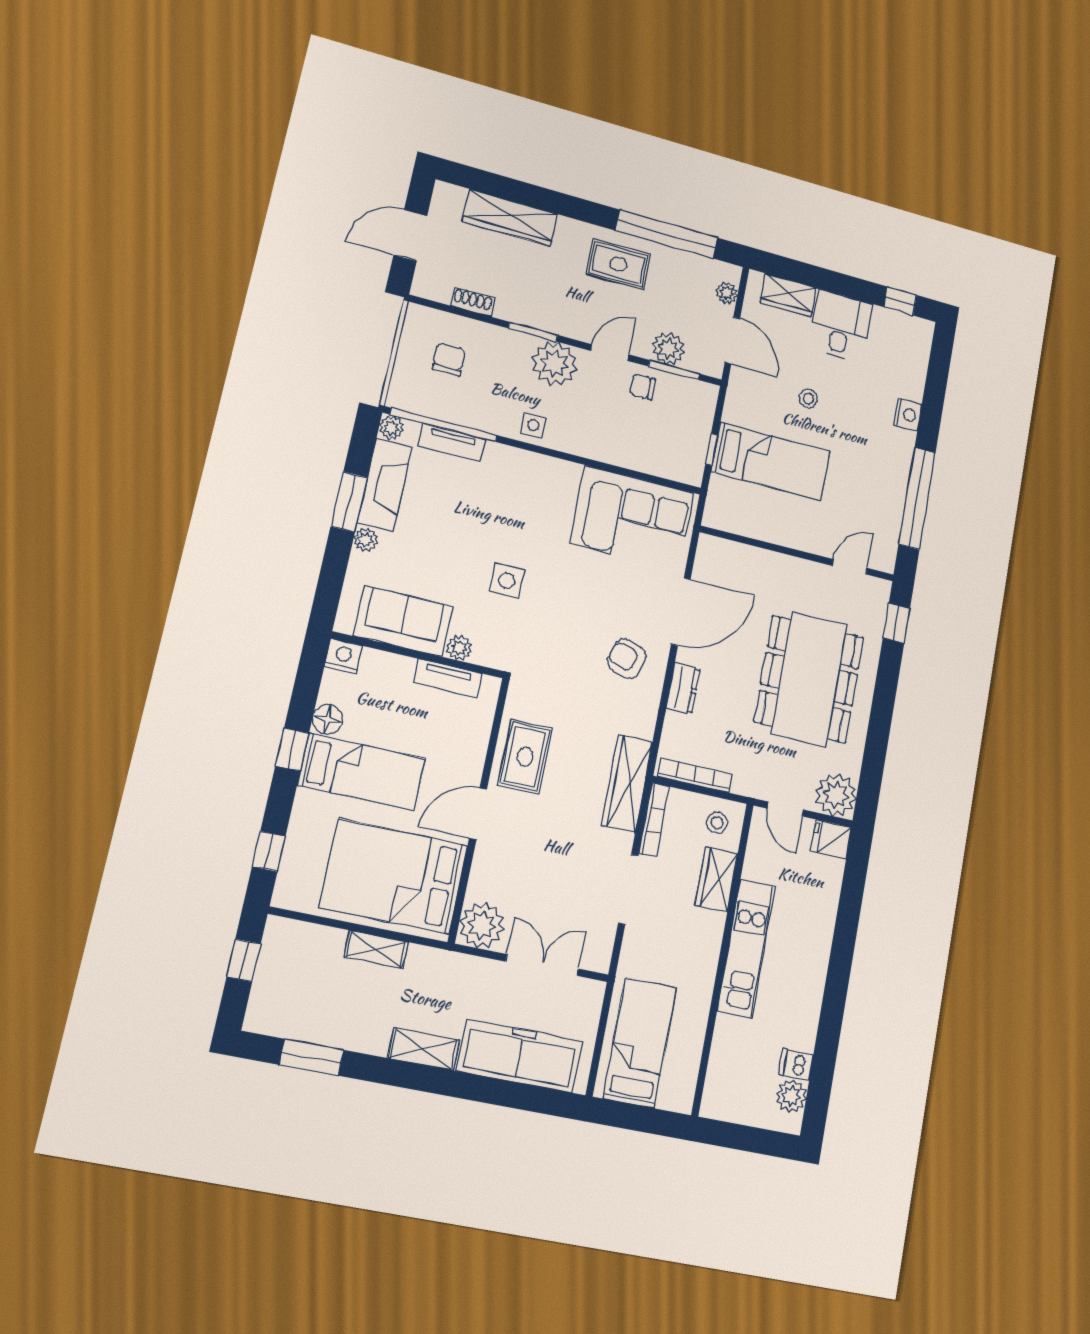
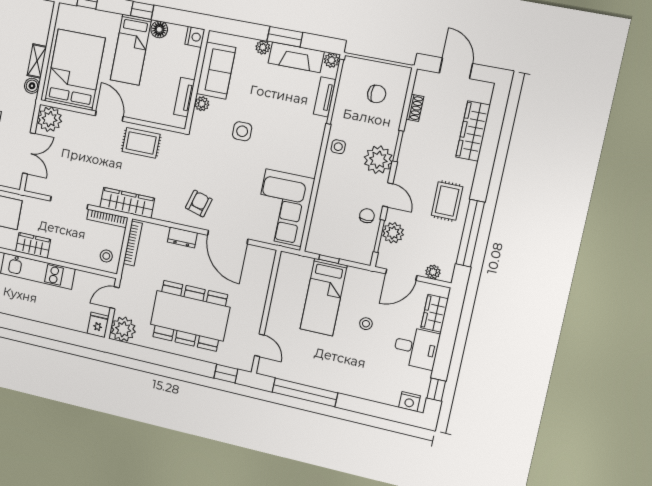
nightstand: (908, 414) -> (409, 402), moved
wardrobe: (716, 879) -> (33, 245), moved
boiler: (421, 959) -> (32, 86), added

